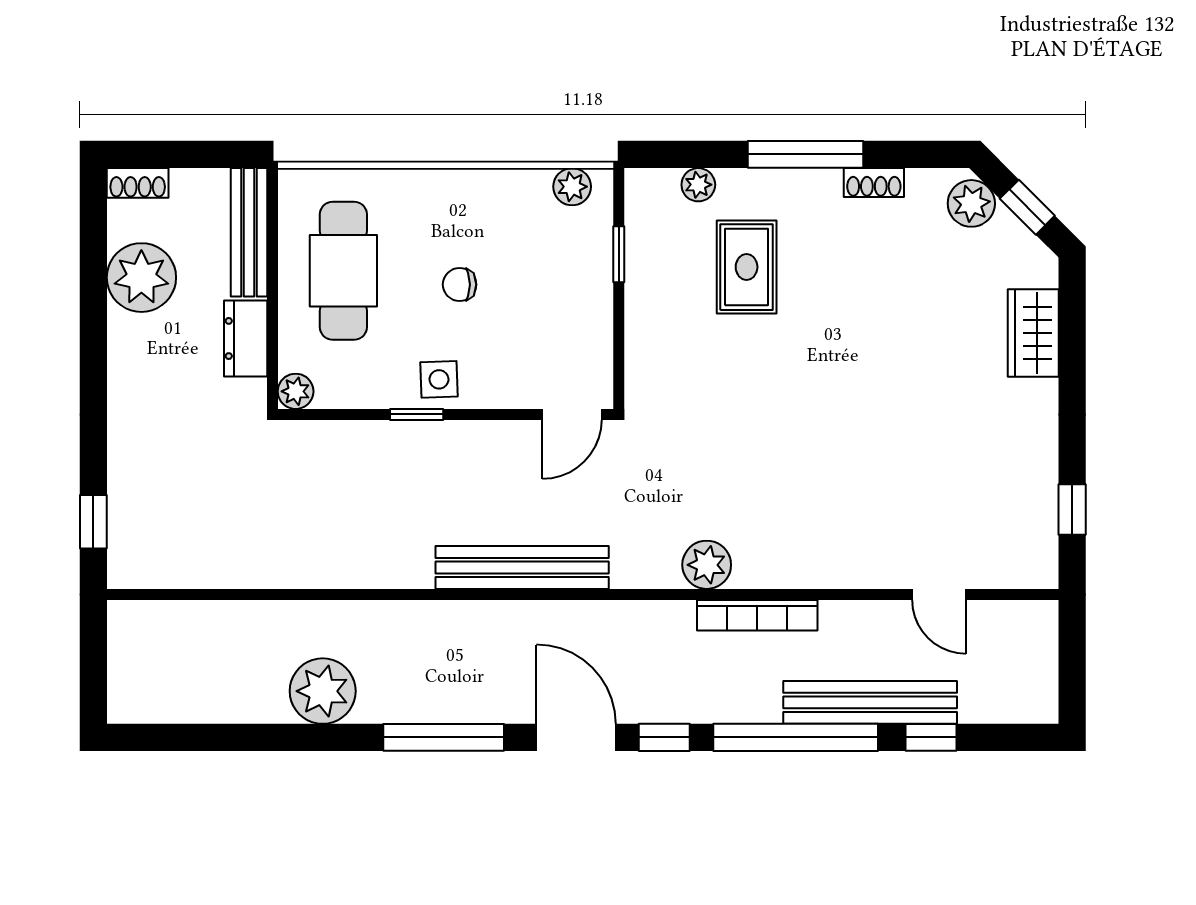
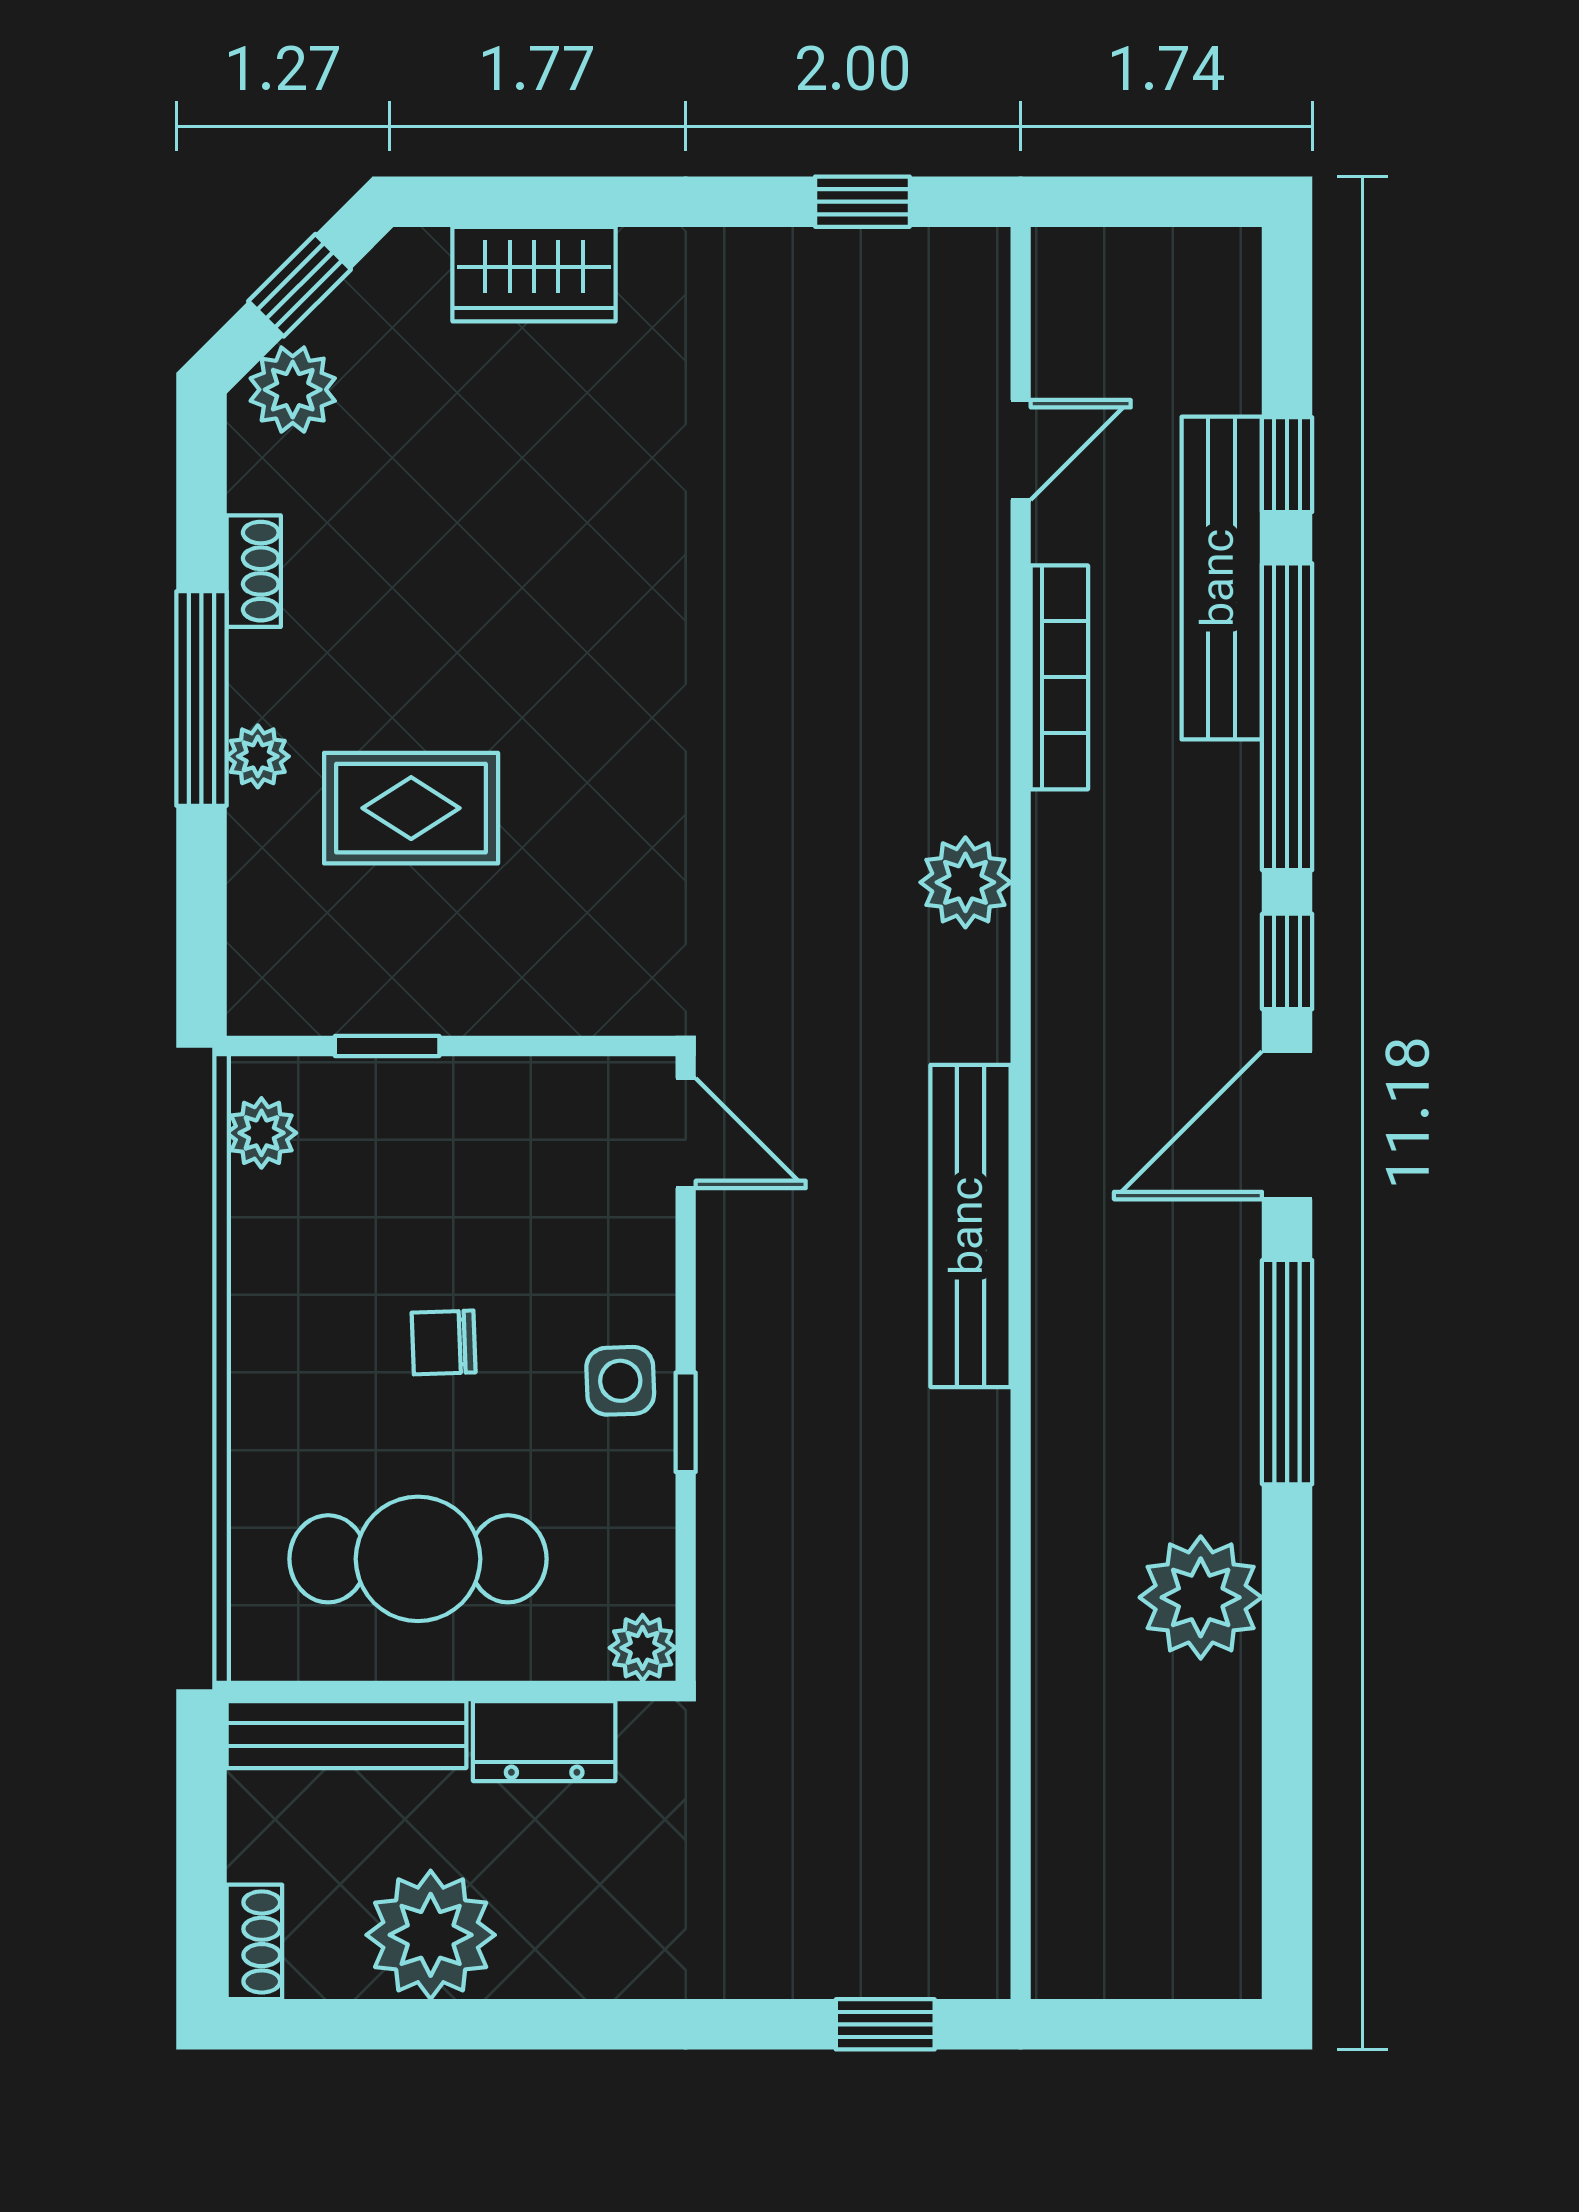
plant: (698, 185) -> (258, 756), moved
chair: (460, 285) -> (444, 1342), turned 88
bookcase: (757, 615) -> (1059, 677), moved

